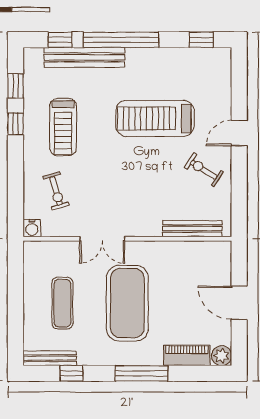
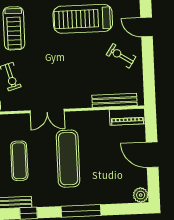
door: (239, 133) -> (147, 27), hinge flipped
exercise mat: (127, 303) -> (68, 159), width x0.68
piano: (187, 355) -> (127, 117), moved, turned 180

